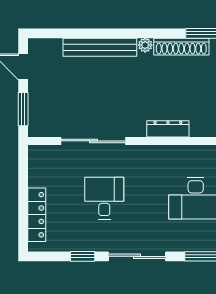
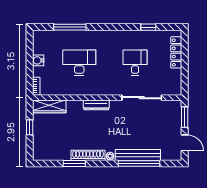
window: (98, 33) -> (139, 163), added
desk: (104, 198) -> (135, 63), turned 180
sliding door: (137, 256) -> (115, 27), removed

